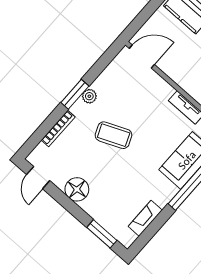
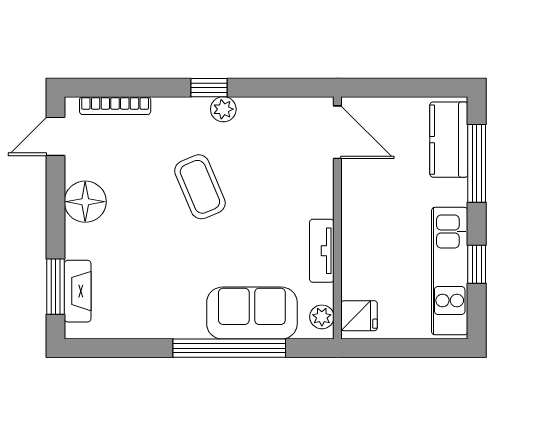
window: (75, 94) -> (209, 88), width x0.67
bookcase: (58, 128) -> (115, 106), moved
fireplace: (145, 218) -> (78, 291), moved, turned 90

